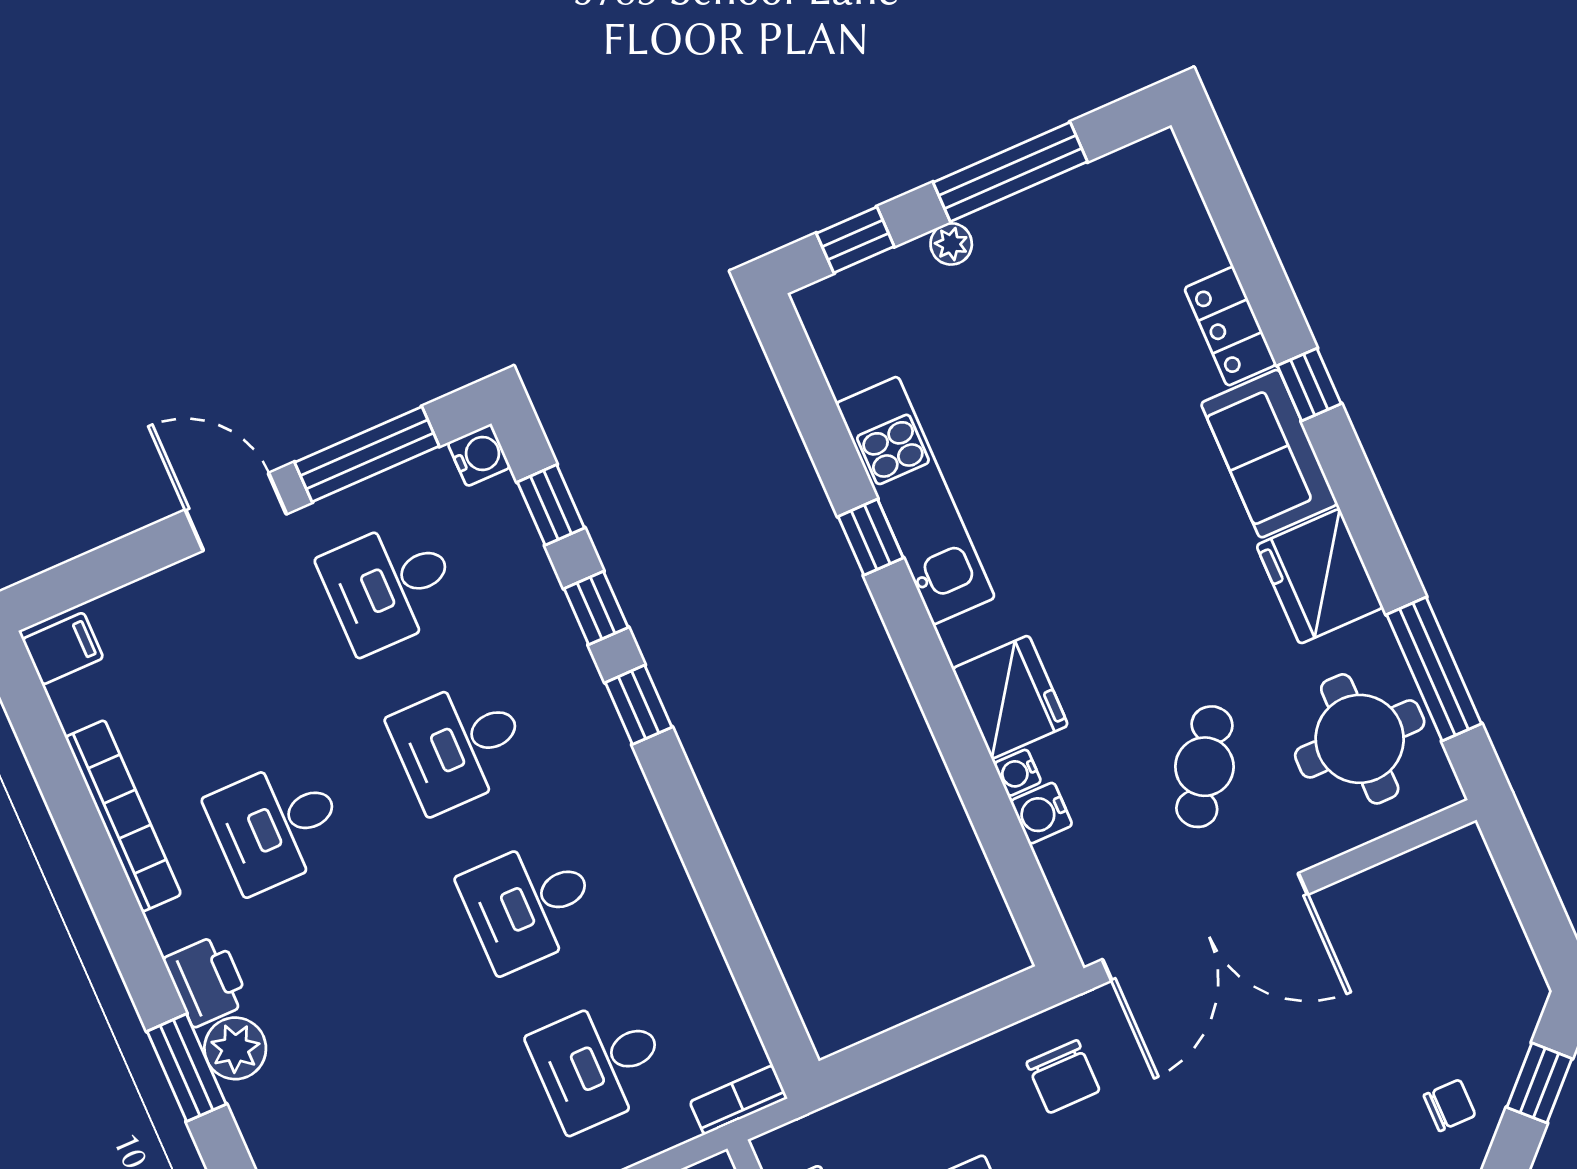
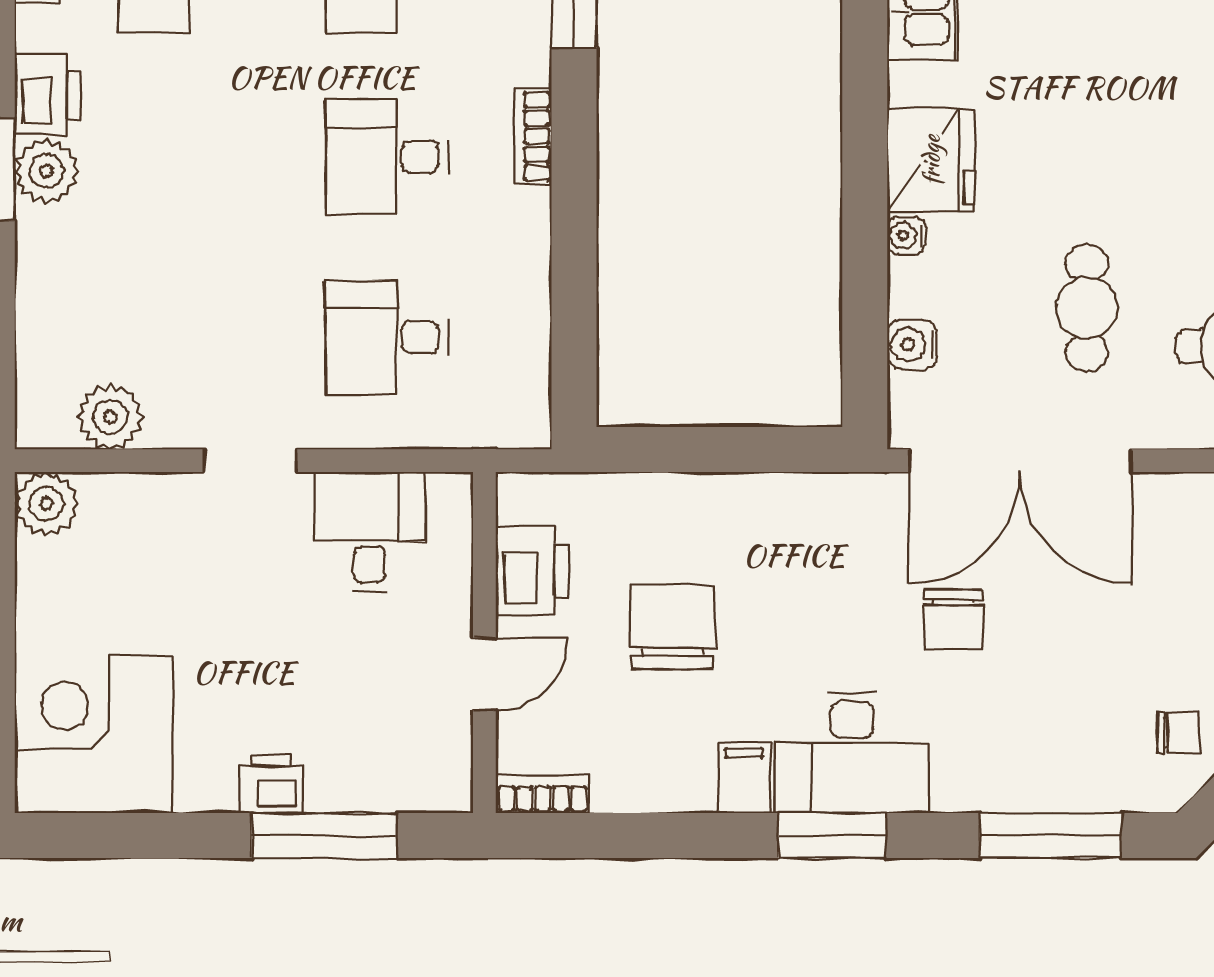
cafe table: (1204, 767) -> (1087, 308), turned -34
water cooler: (1041, 813) -> (912, 344), moved
chair: (1063, 1077) -> (953, 619), moved
bookcase: (739, 1100) -> (533, 136), moved, turned -90

